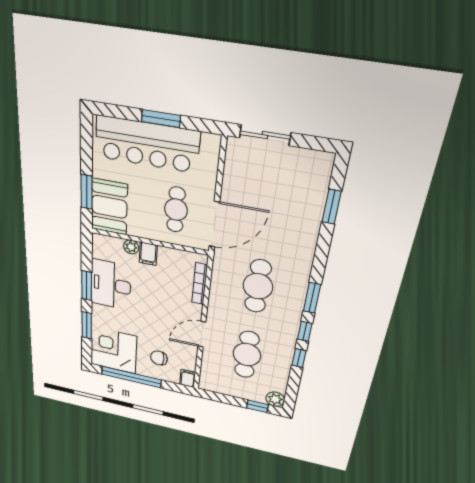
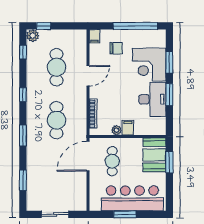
sliding door: (265, 135) -> (55, 214), moved
plant: (131, 247) -> (116, 130), moved
window: (312, 298) -> (23, 136), moved
corner desk: (113, 350) -> (149, 65), moved, turned 90
window: (299, 358) -> (23, 52), moved

